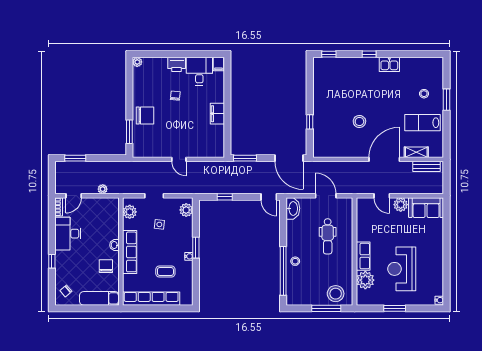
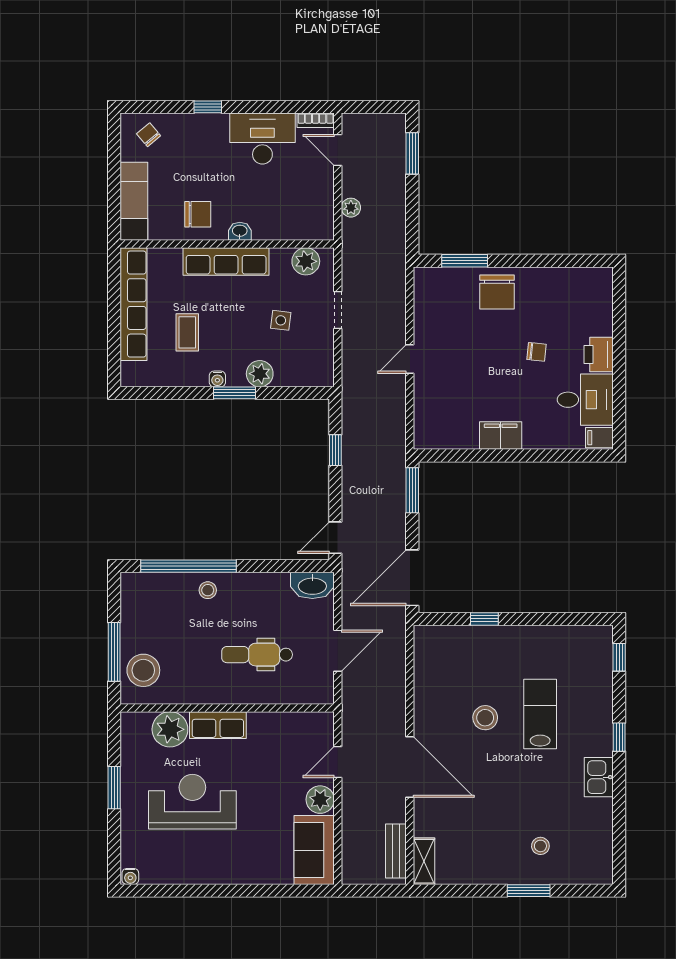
plant: (137, 62) -> (603, 276), removed
lab bench: (422, 123) -> (540, 714), moved
shelving: (416, 152) -> (424, 861), moved
plant: (186, 210) -> (260, 374), moved

